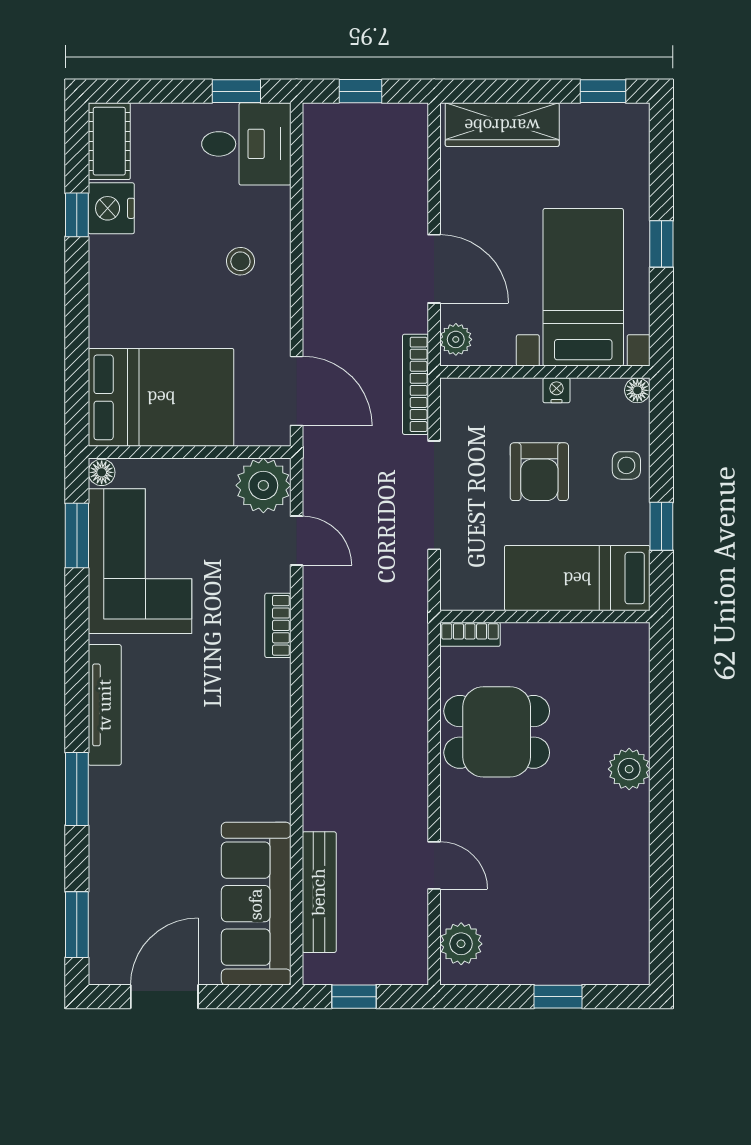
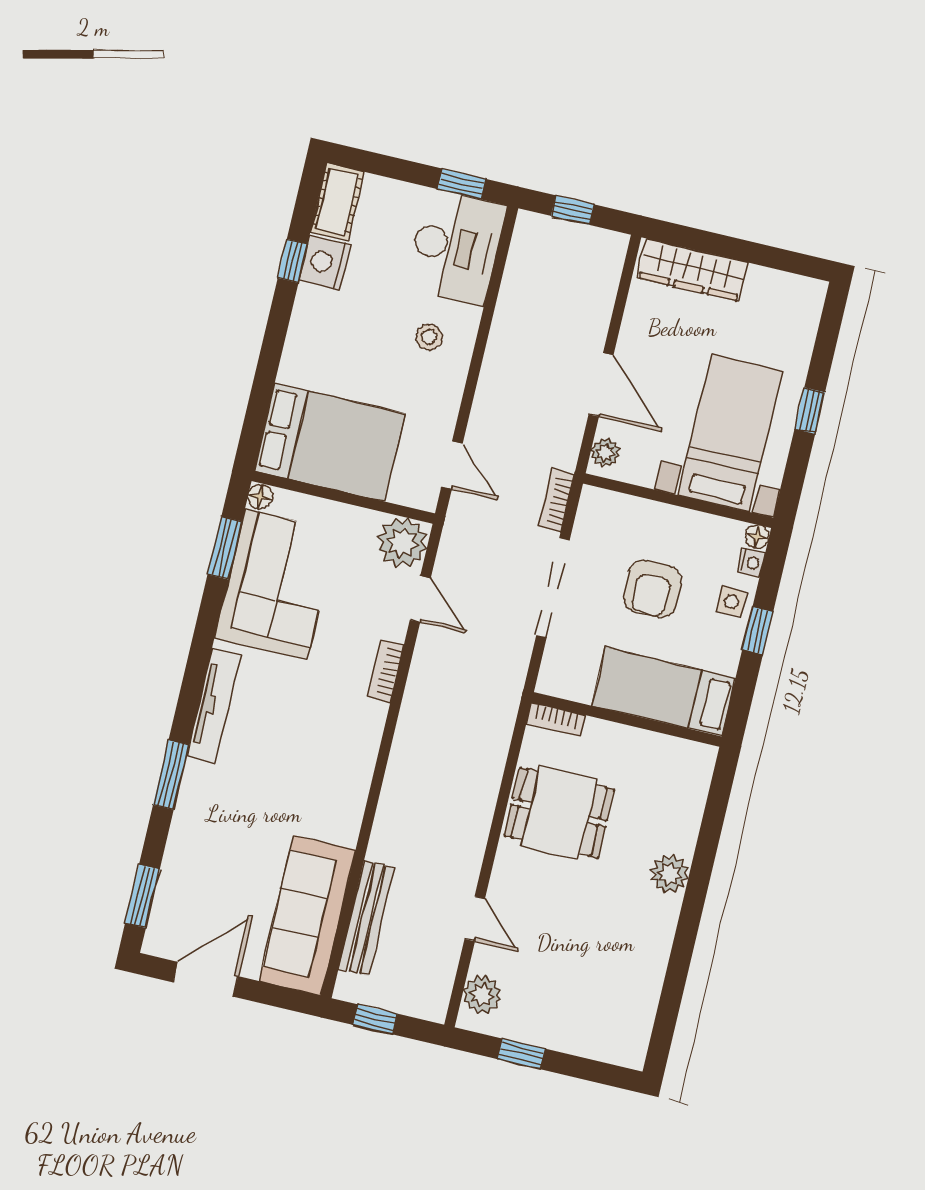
window: (603, 91) -> (790, 262), removed
desk: (246, 144) -> (456, 247), width x1.37
bookcase: (415, 384) -> (556, 500), width x0.64
nightstand: (556, 390) -> (751, 563), moved, turned 90
door: (297, 391) -> (452, 465), width x0.73
window: (661, 526) -> (758, 631), moved
window: (558, 997) -> (521, 1054), moved

